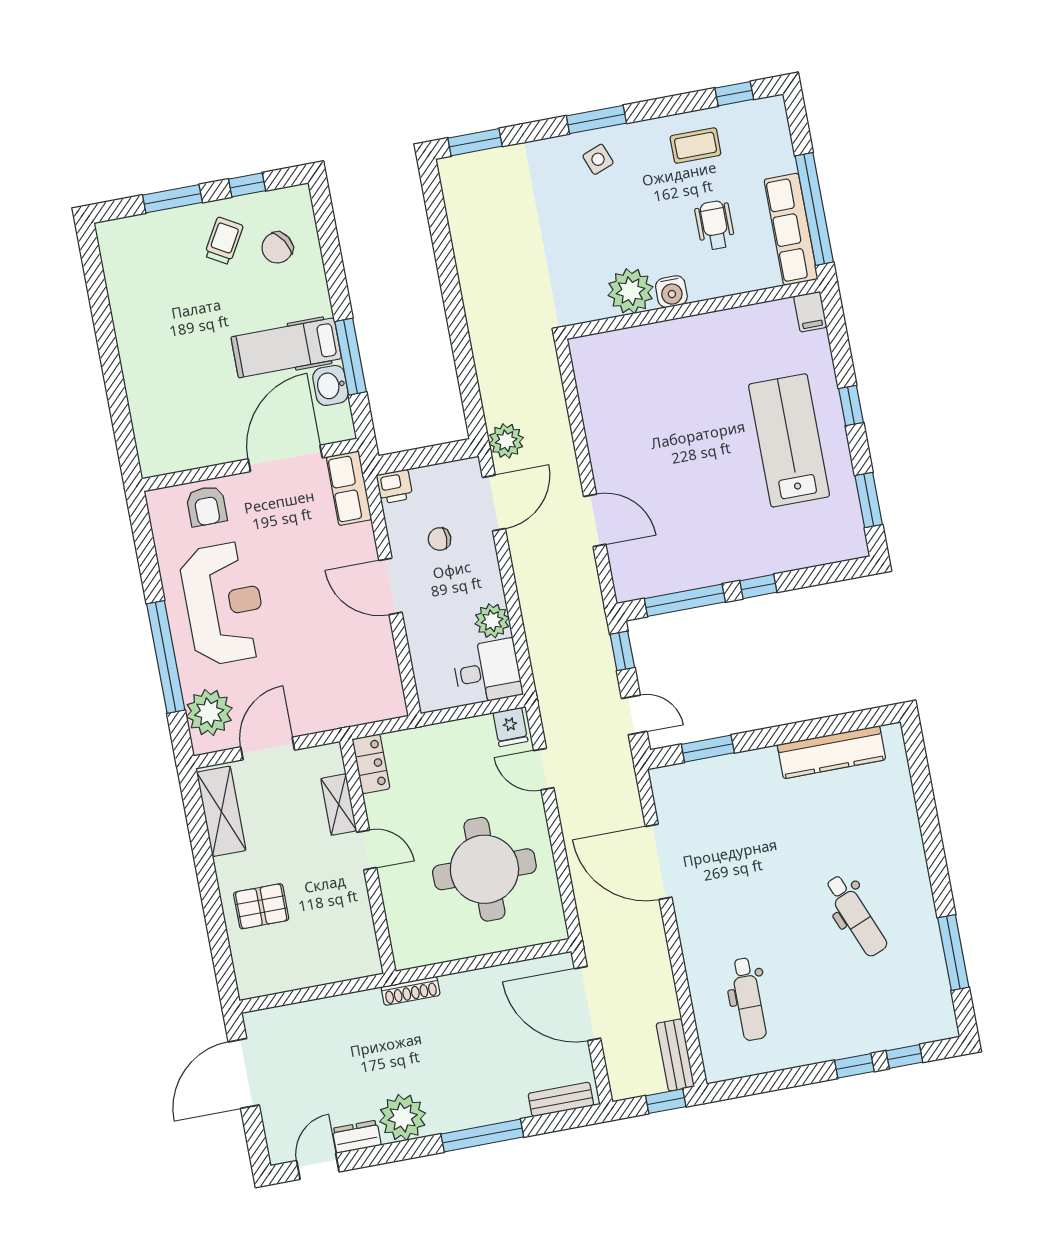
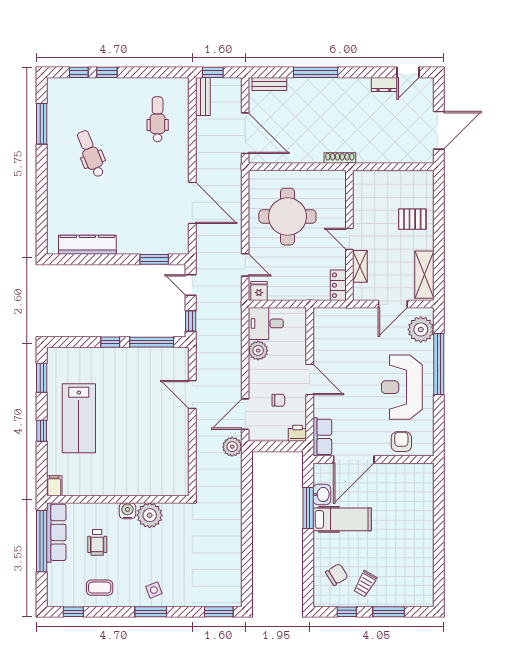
plant: (403, 1117) -> (357, 90), removed

